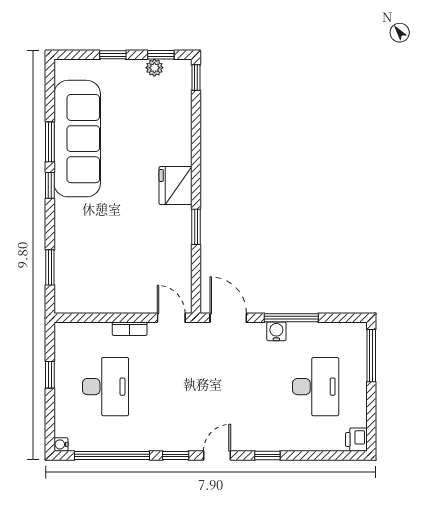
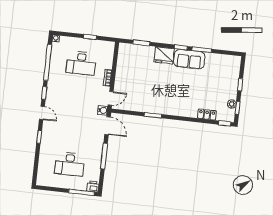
locker: (182, 116) -> (207, 115), added
sofa: (77, 139) -> (189, 59), width x0.54, depth x0.79
fridge: (175, 185) -> (164, 55), moved, turned 180
door: (228, 318) -> (108, 126), hinge flipped
water cooler: (276, 331) -> (103, 110), moved
printer: (356, 440) -> (93, 186), moved

